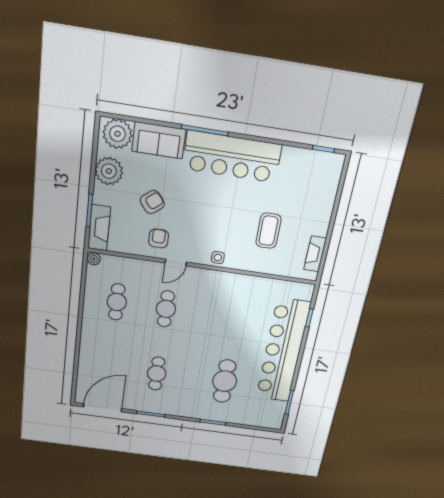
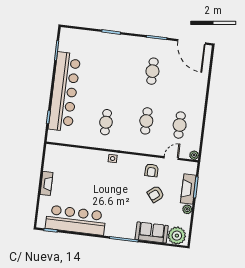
bar counter: (232, 157) -> (76, 220), moved
plant: (109, 171) -> (187, 209), width x0.53, depth x0.53
fireplace: (99, 228) -> (188, 189), moved
coffee table: (268, 231) -> (81, 178), removed
fireplace: (315, 254) -> (46, 183), moved
door: (176, 262) -> (171, 158), moved
cafe table: (225, 381) -> (106, 122), moved, width x0.73, depth x0.74
door: (103, 408) -> (191, 42), hinge flipped

